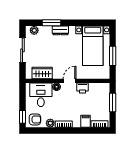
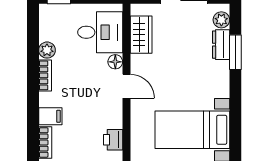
dresser: (60, 30) -> (221, 45), moved
printer: (82, 88) -> (113, 140), moved
armchair: (35, 119) -> (54, 21), removed

